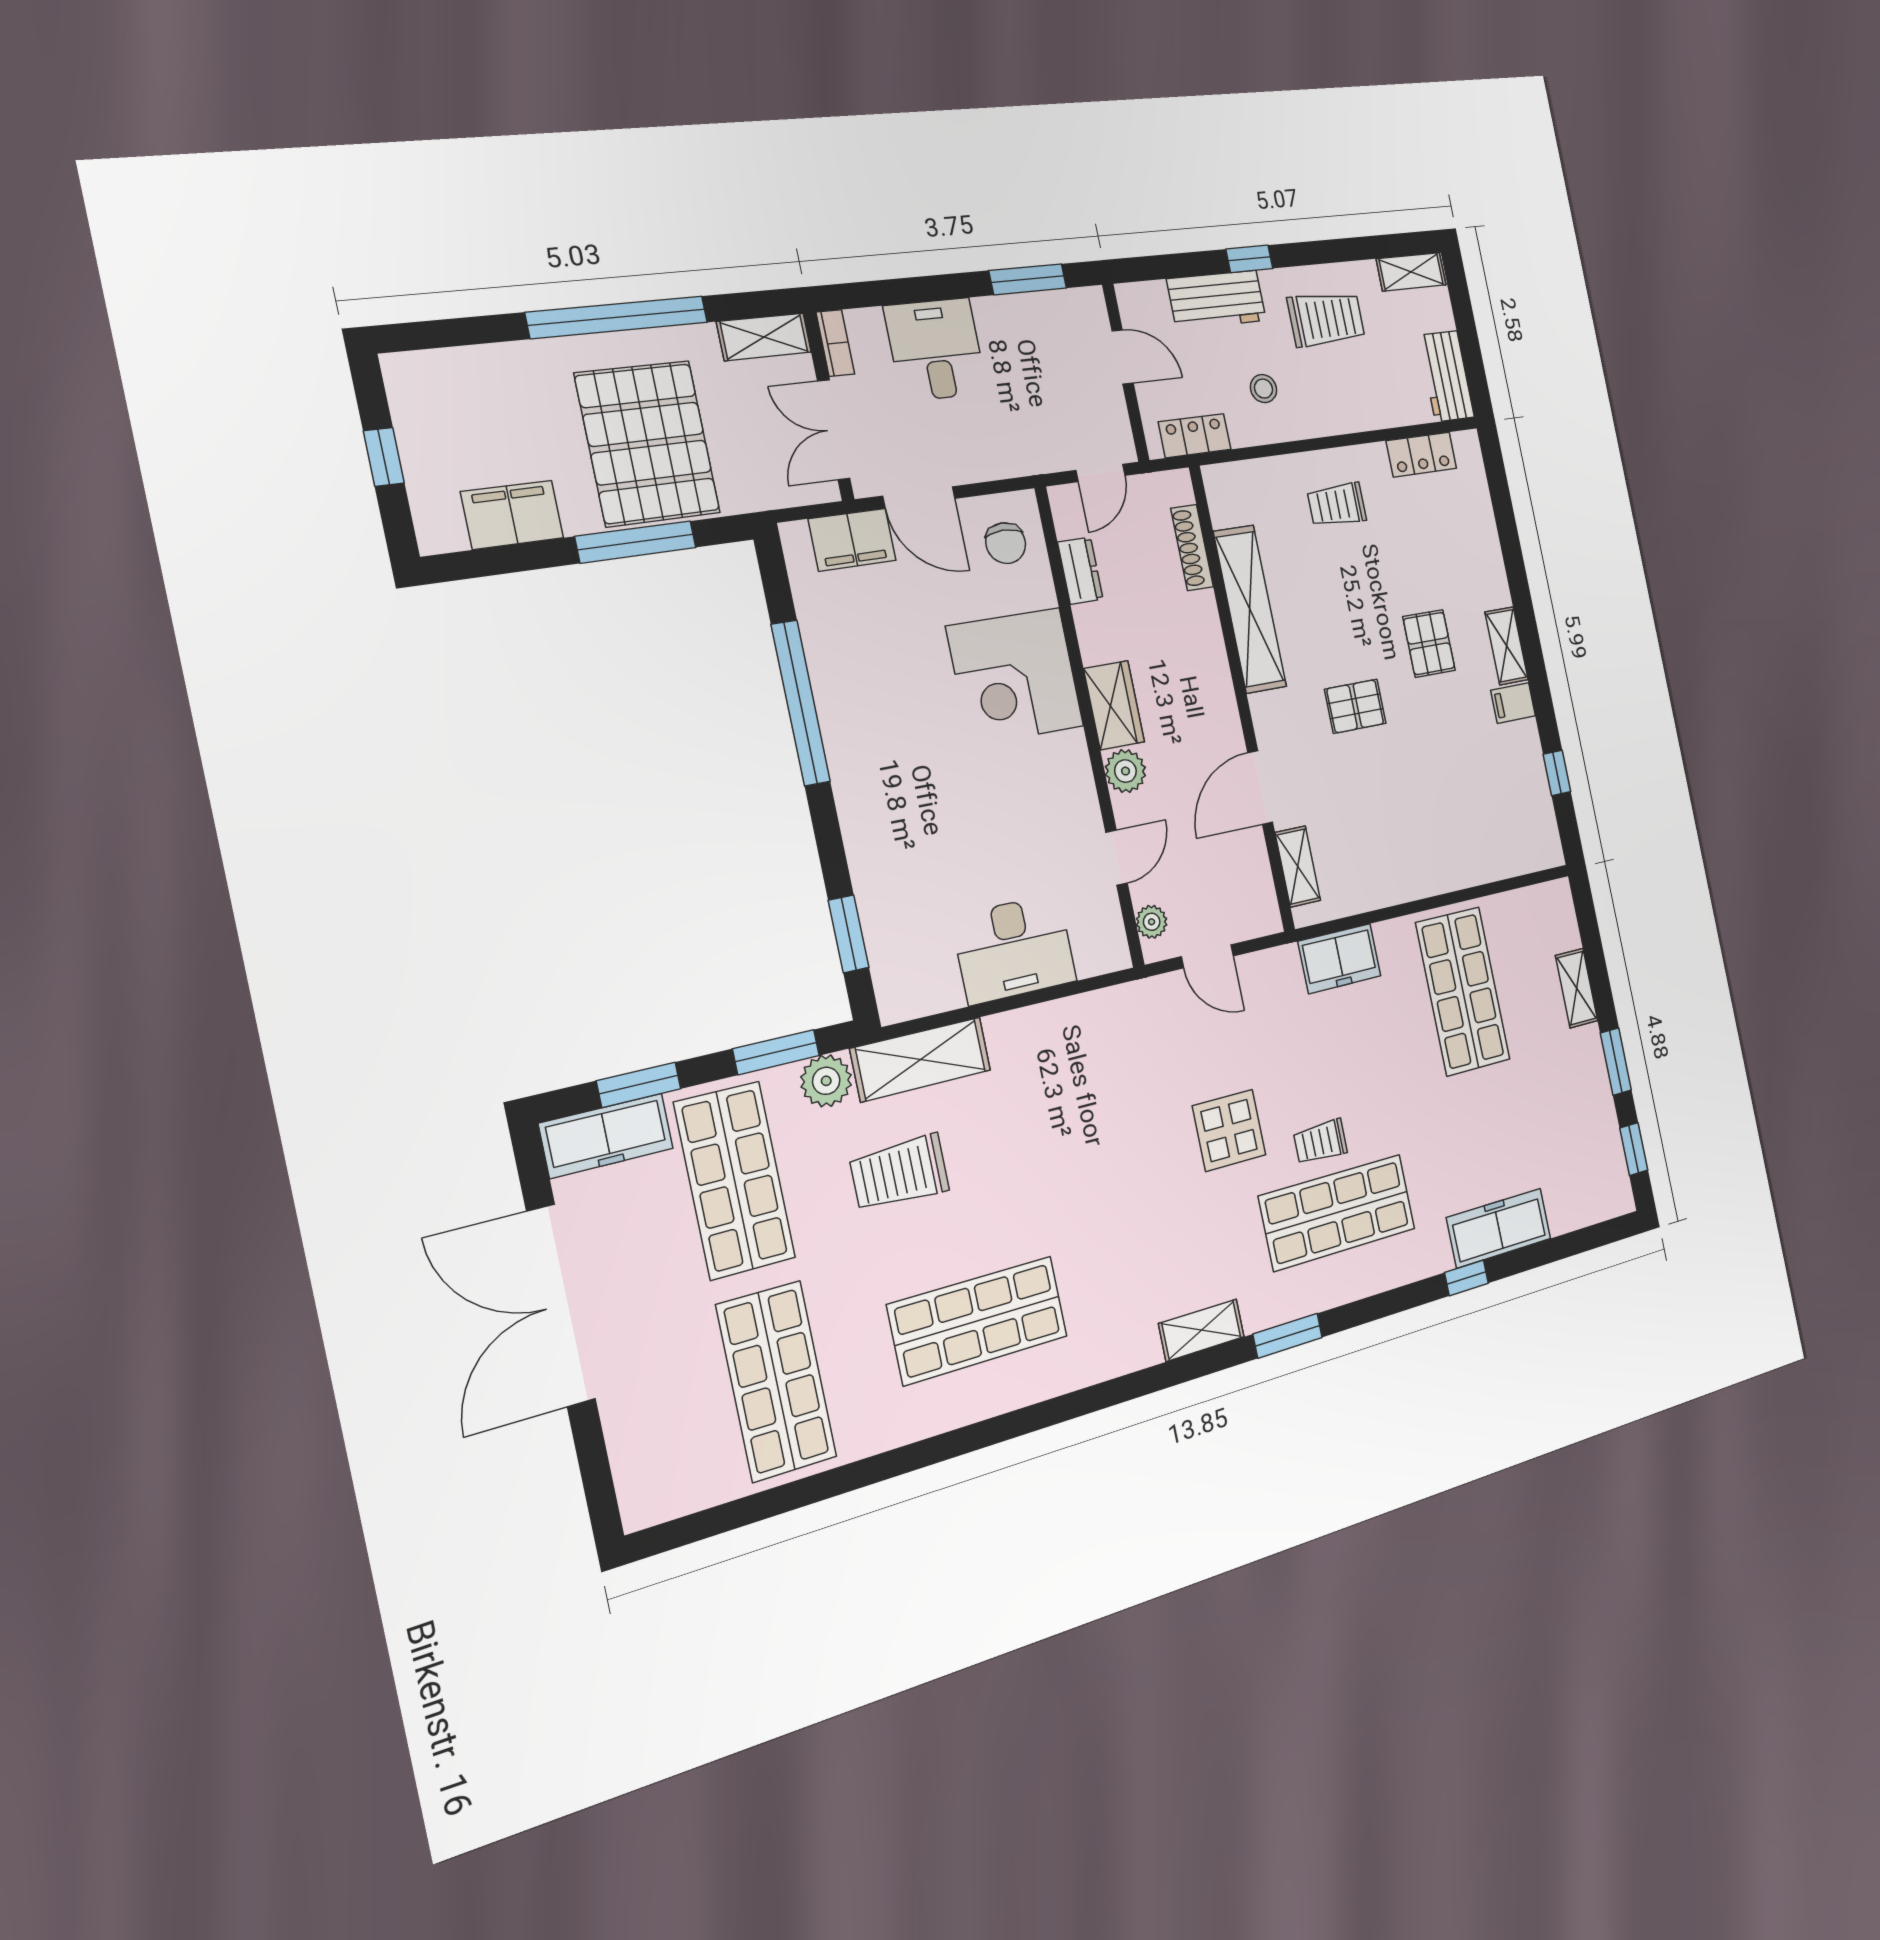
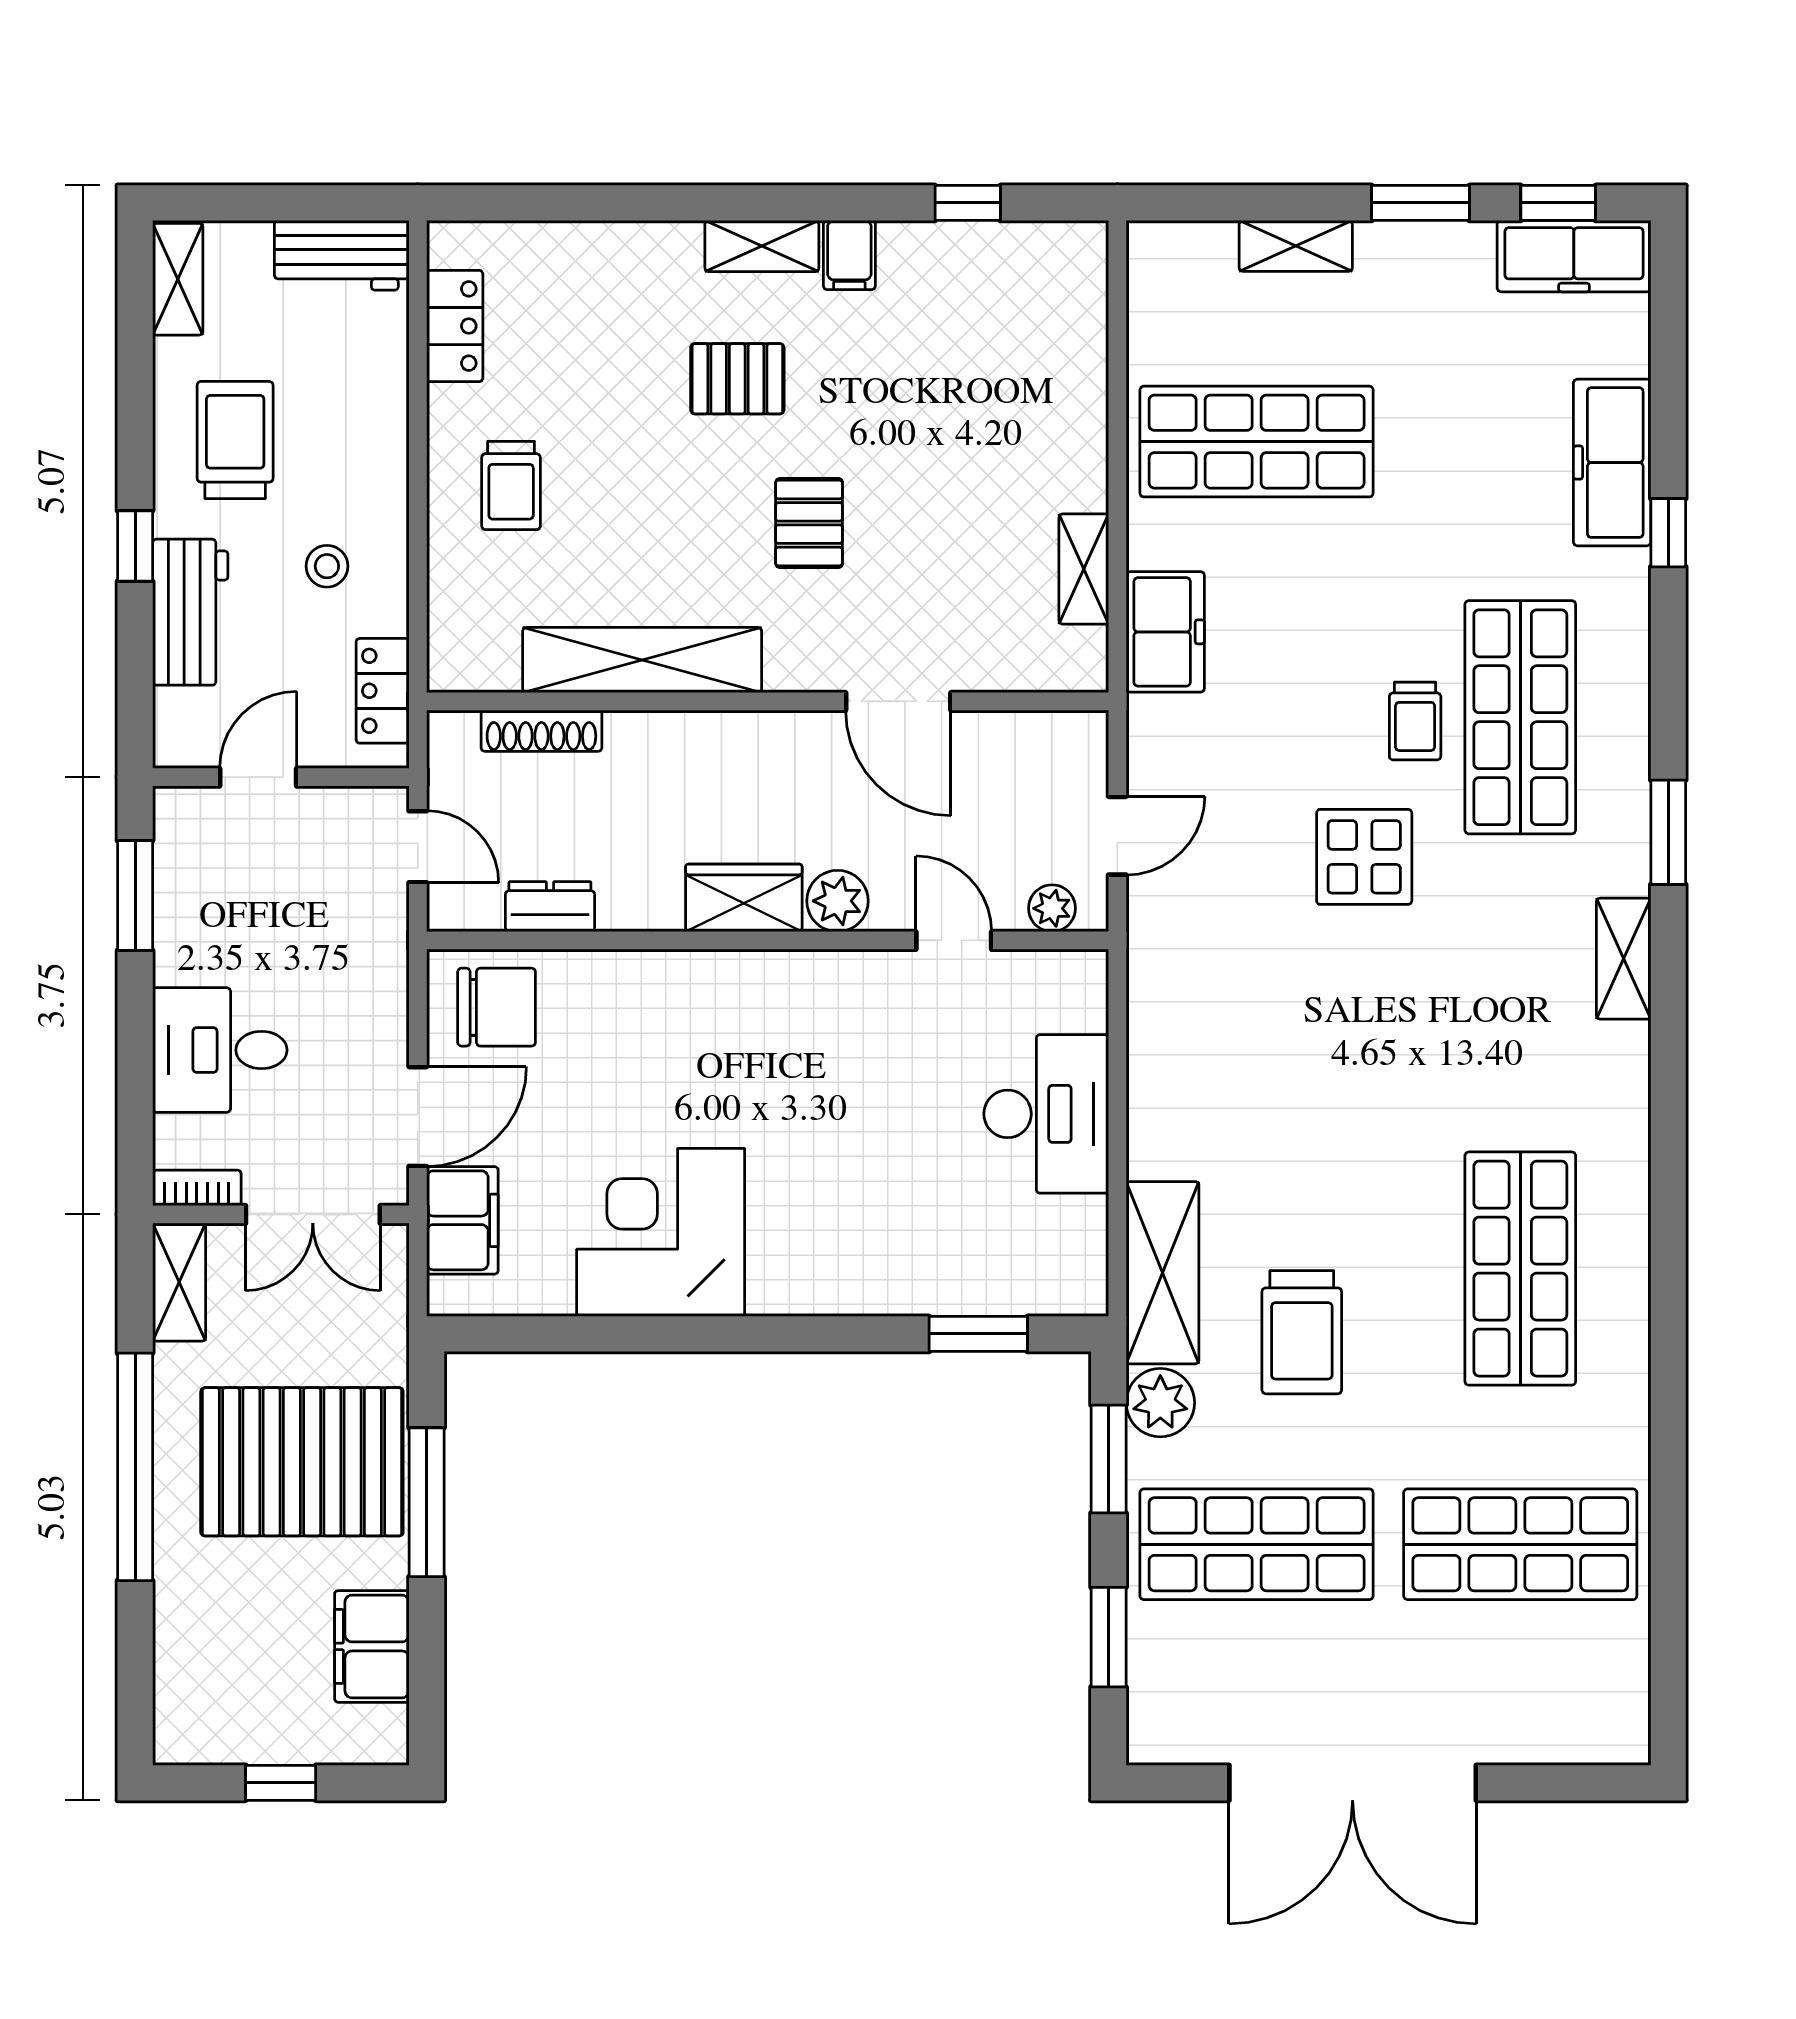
chair: (1006, 543) -> (497, 1007), width x1.37, depth x1.37
corner desk: (1015, 676) -> (661, 1232), moved, turned 180
window: (801, 703) -> (667, 1334), removed
shelving: (1298, 866) -> (1084, 569), moved, turned 90
freezer: (606, 1136) -> (1574, 256), moved, turned 90

